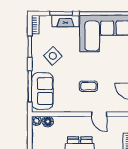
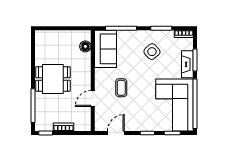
sofa: (42, 91) -> (106, 49), moved, turned -90
plant: (36, 121) -> (86, 35), removed

